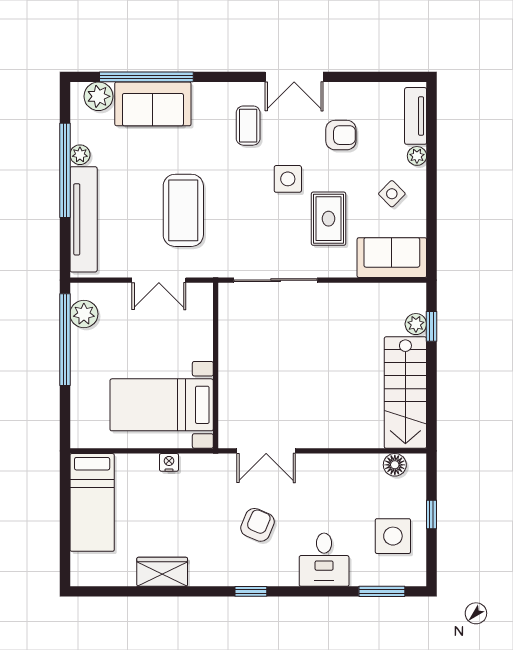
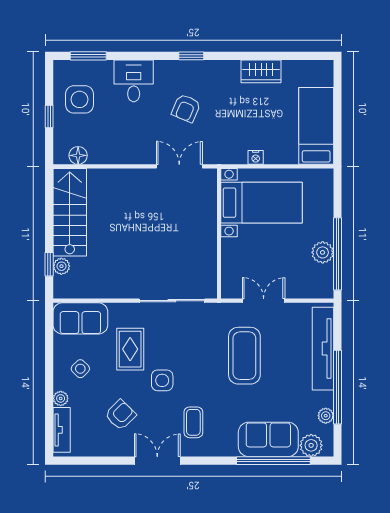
armchair: (341, 135) -> (120, 415), turned 135
plant: (80, 155) -> (326, 416), moved
plant: (84, 314) -> (323, 252), moved

